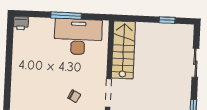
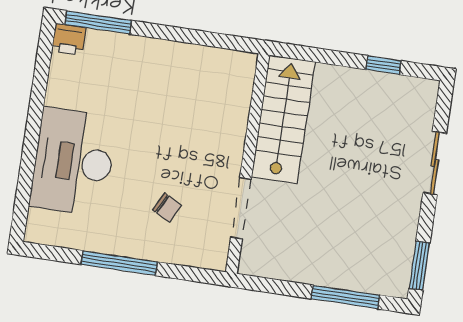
window: (66, 16) -> (98, 22), moved
desk: (78, 37) -> (73, 162), moved, turned -90

